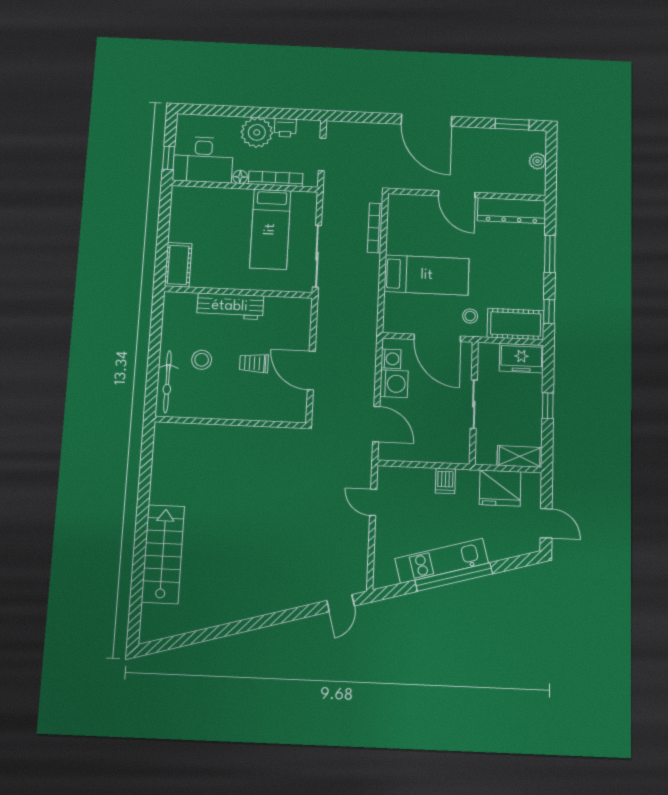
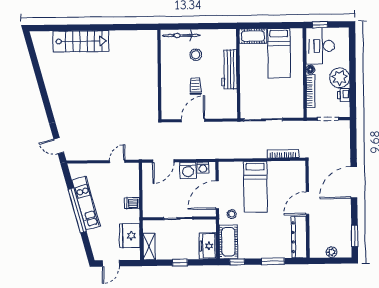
bed: (270, 229) -> (279, 53), moved, turned -90

